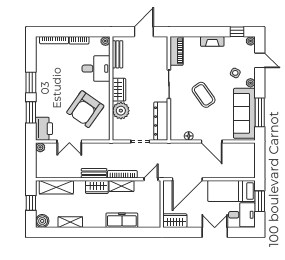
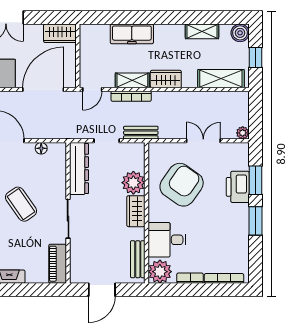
plant: (105, 41) -> (160, 272), width x1.87, depth x1.87
printer: (44, 129) -> (238, 187), moved
bench: (94, 173) -> (141, 133), moved

